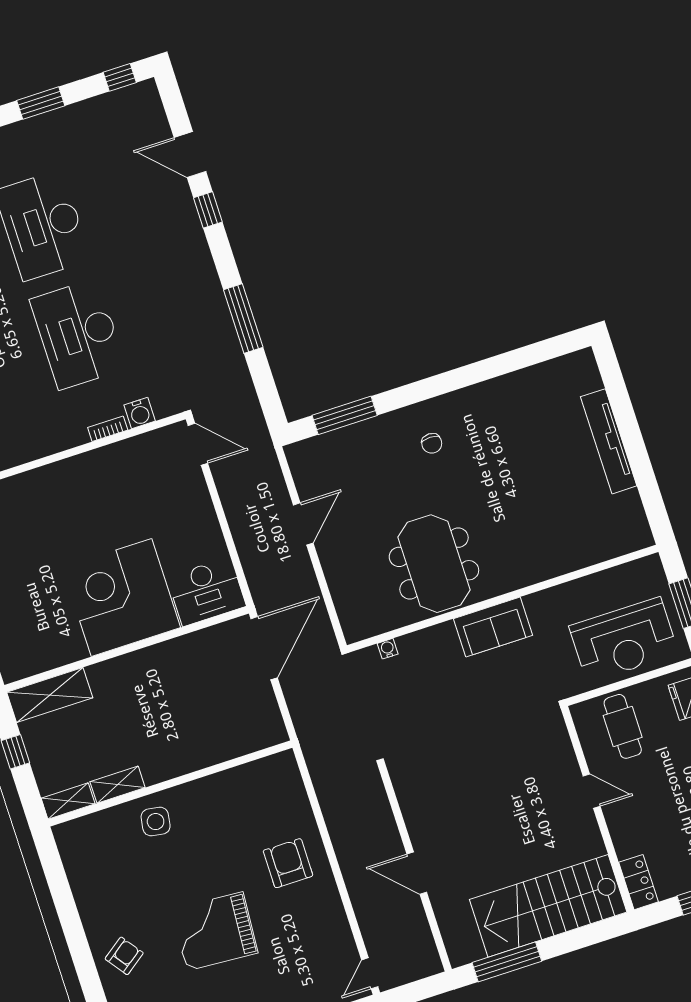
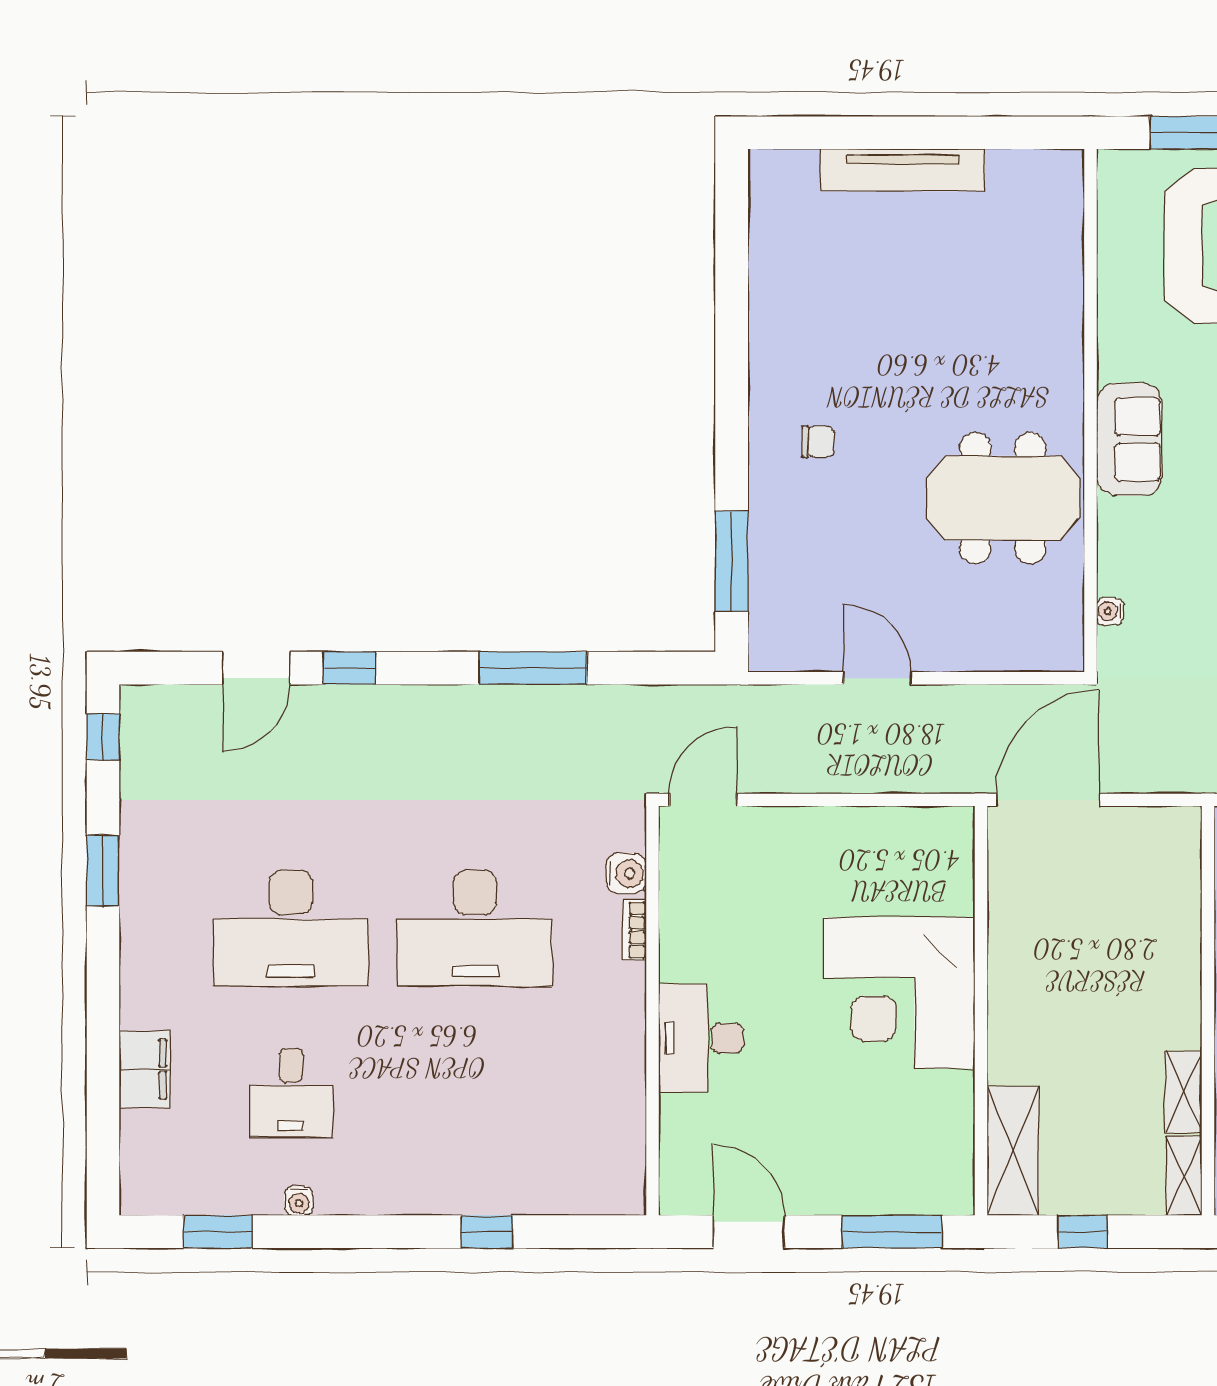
desk: (206, 592) -> (701, 1038), moved, turned 180
door: (264, 648) -> (1048, 800), hinge flipped

